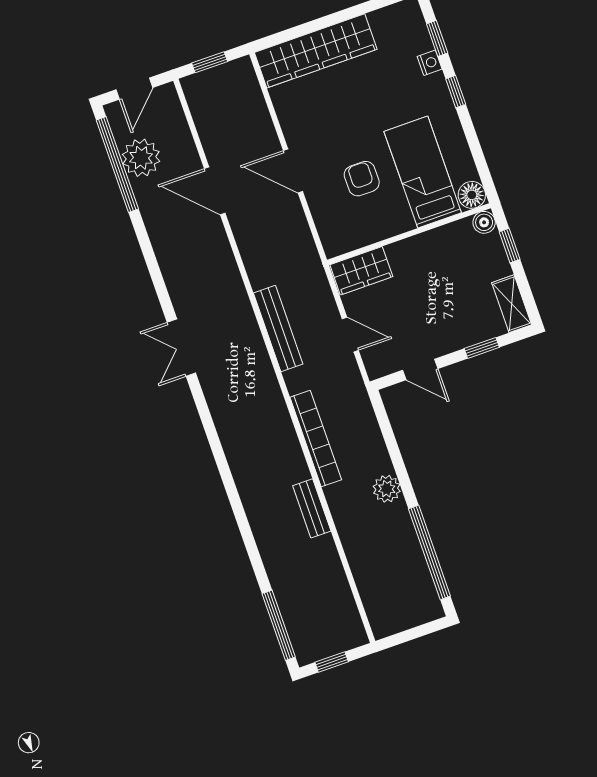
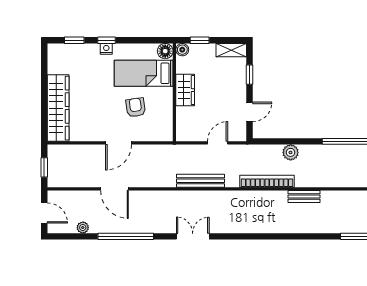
nightstand: (430, 63) -> (106, 49), moved
plant: (141, 158) -> (83, 228), width x0.53, depth x0.53
window: (117, 165) -> (126, 236), moved
armchair: (362, 179) -> (136, 107), turned 82
door: (215, 191) -> (114, 189), hinge flipped
wardrobe: (361, 271) -> (185, 90), moved
double door: (181, 348) -> (193, 236), swing flipped
plant: (387, 489) -> (291, 152), moved

